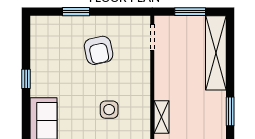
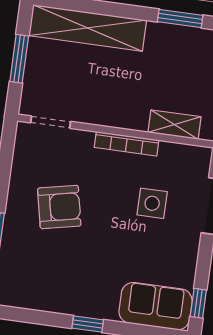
bookcase: (145, 88) -> (127, 144), added

